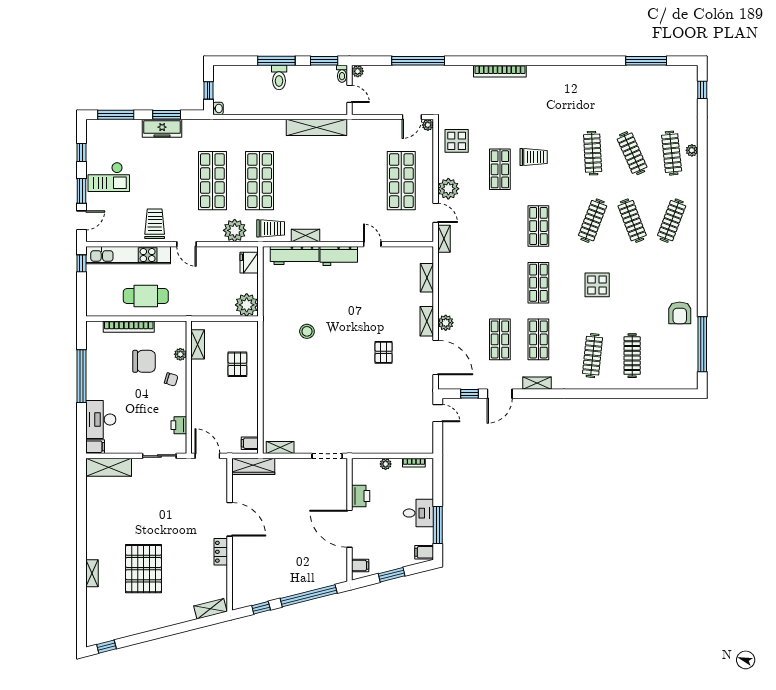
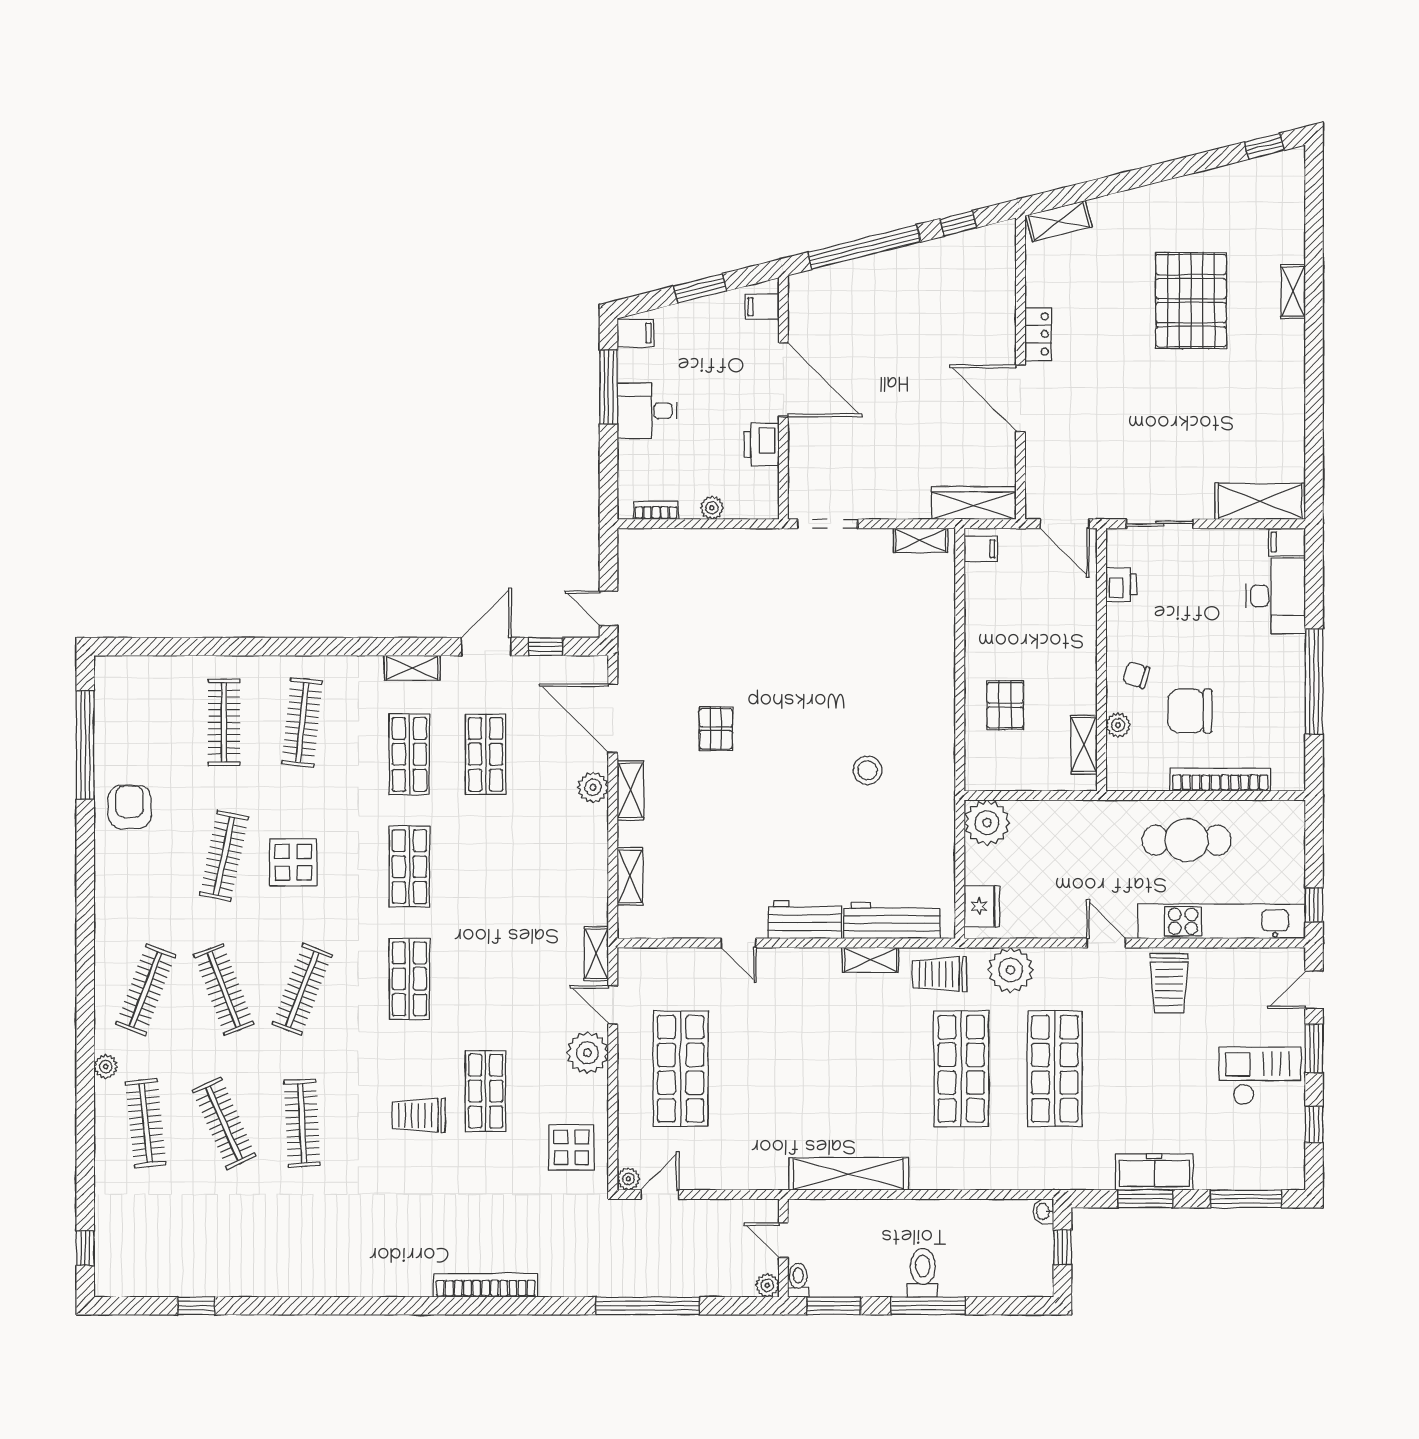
window: (646, 61) -> (196, 1306), width x0.46
plant: (692, 150) -> (106, 1067), moved
clothes rail: (632, 288) -> (224, 856), added

